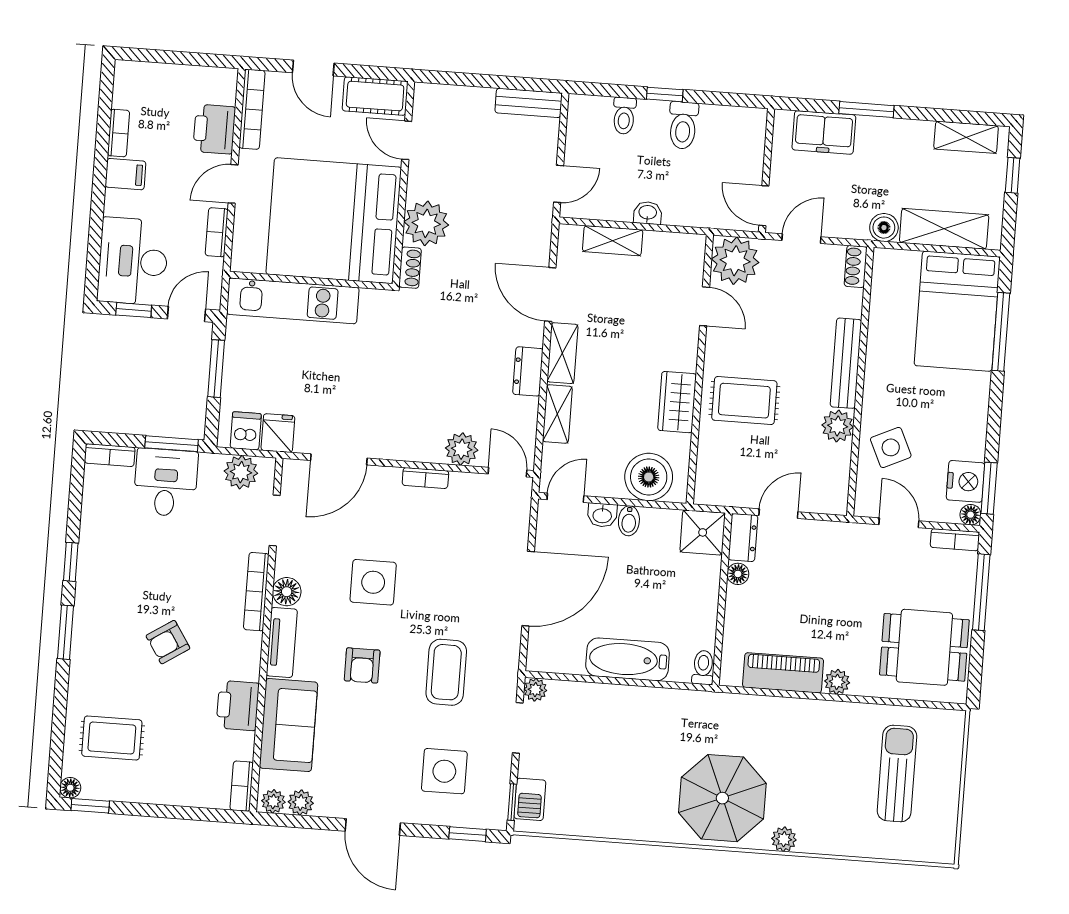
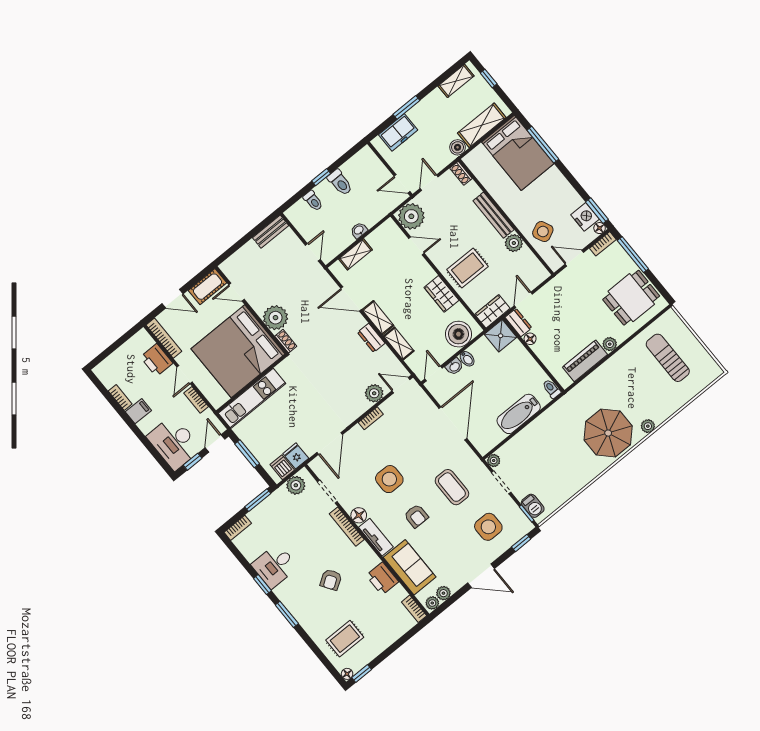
desk: (166, 483) -> (275, 566), moved, turned -90
wardrobe: (723, 490) -> (492, 311), added

